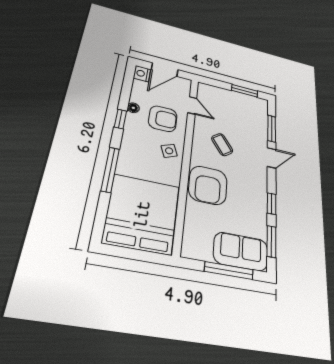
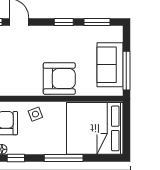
coffee table: (222, 145) -> (18, 69), removed
sofa: (241, 251) -> (110, 65), moved
window: (229, 271) -> (126, 71), moved

